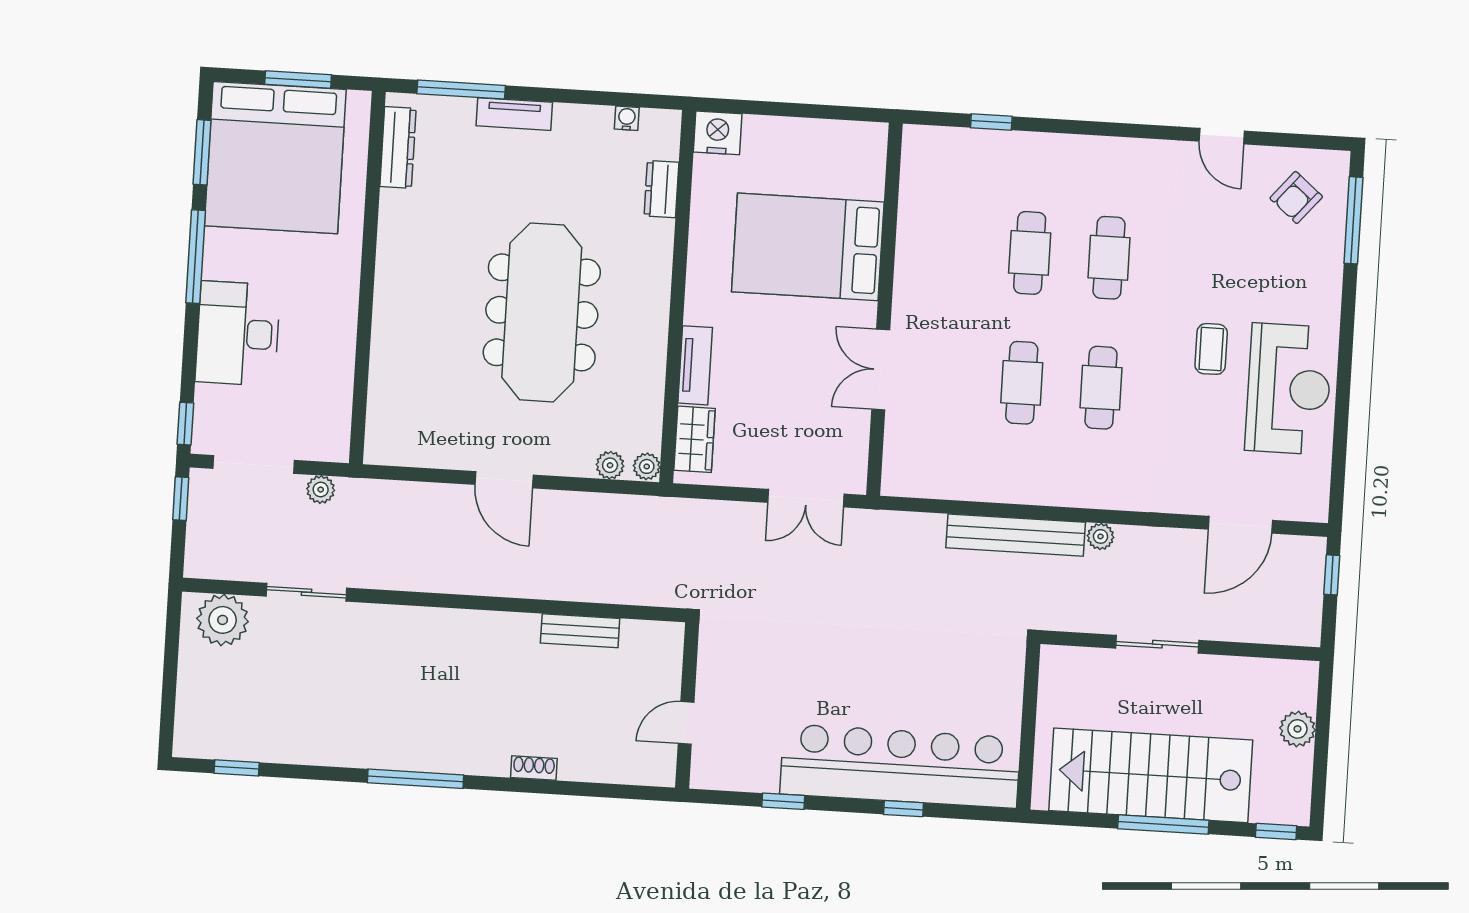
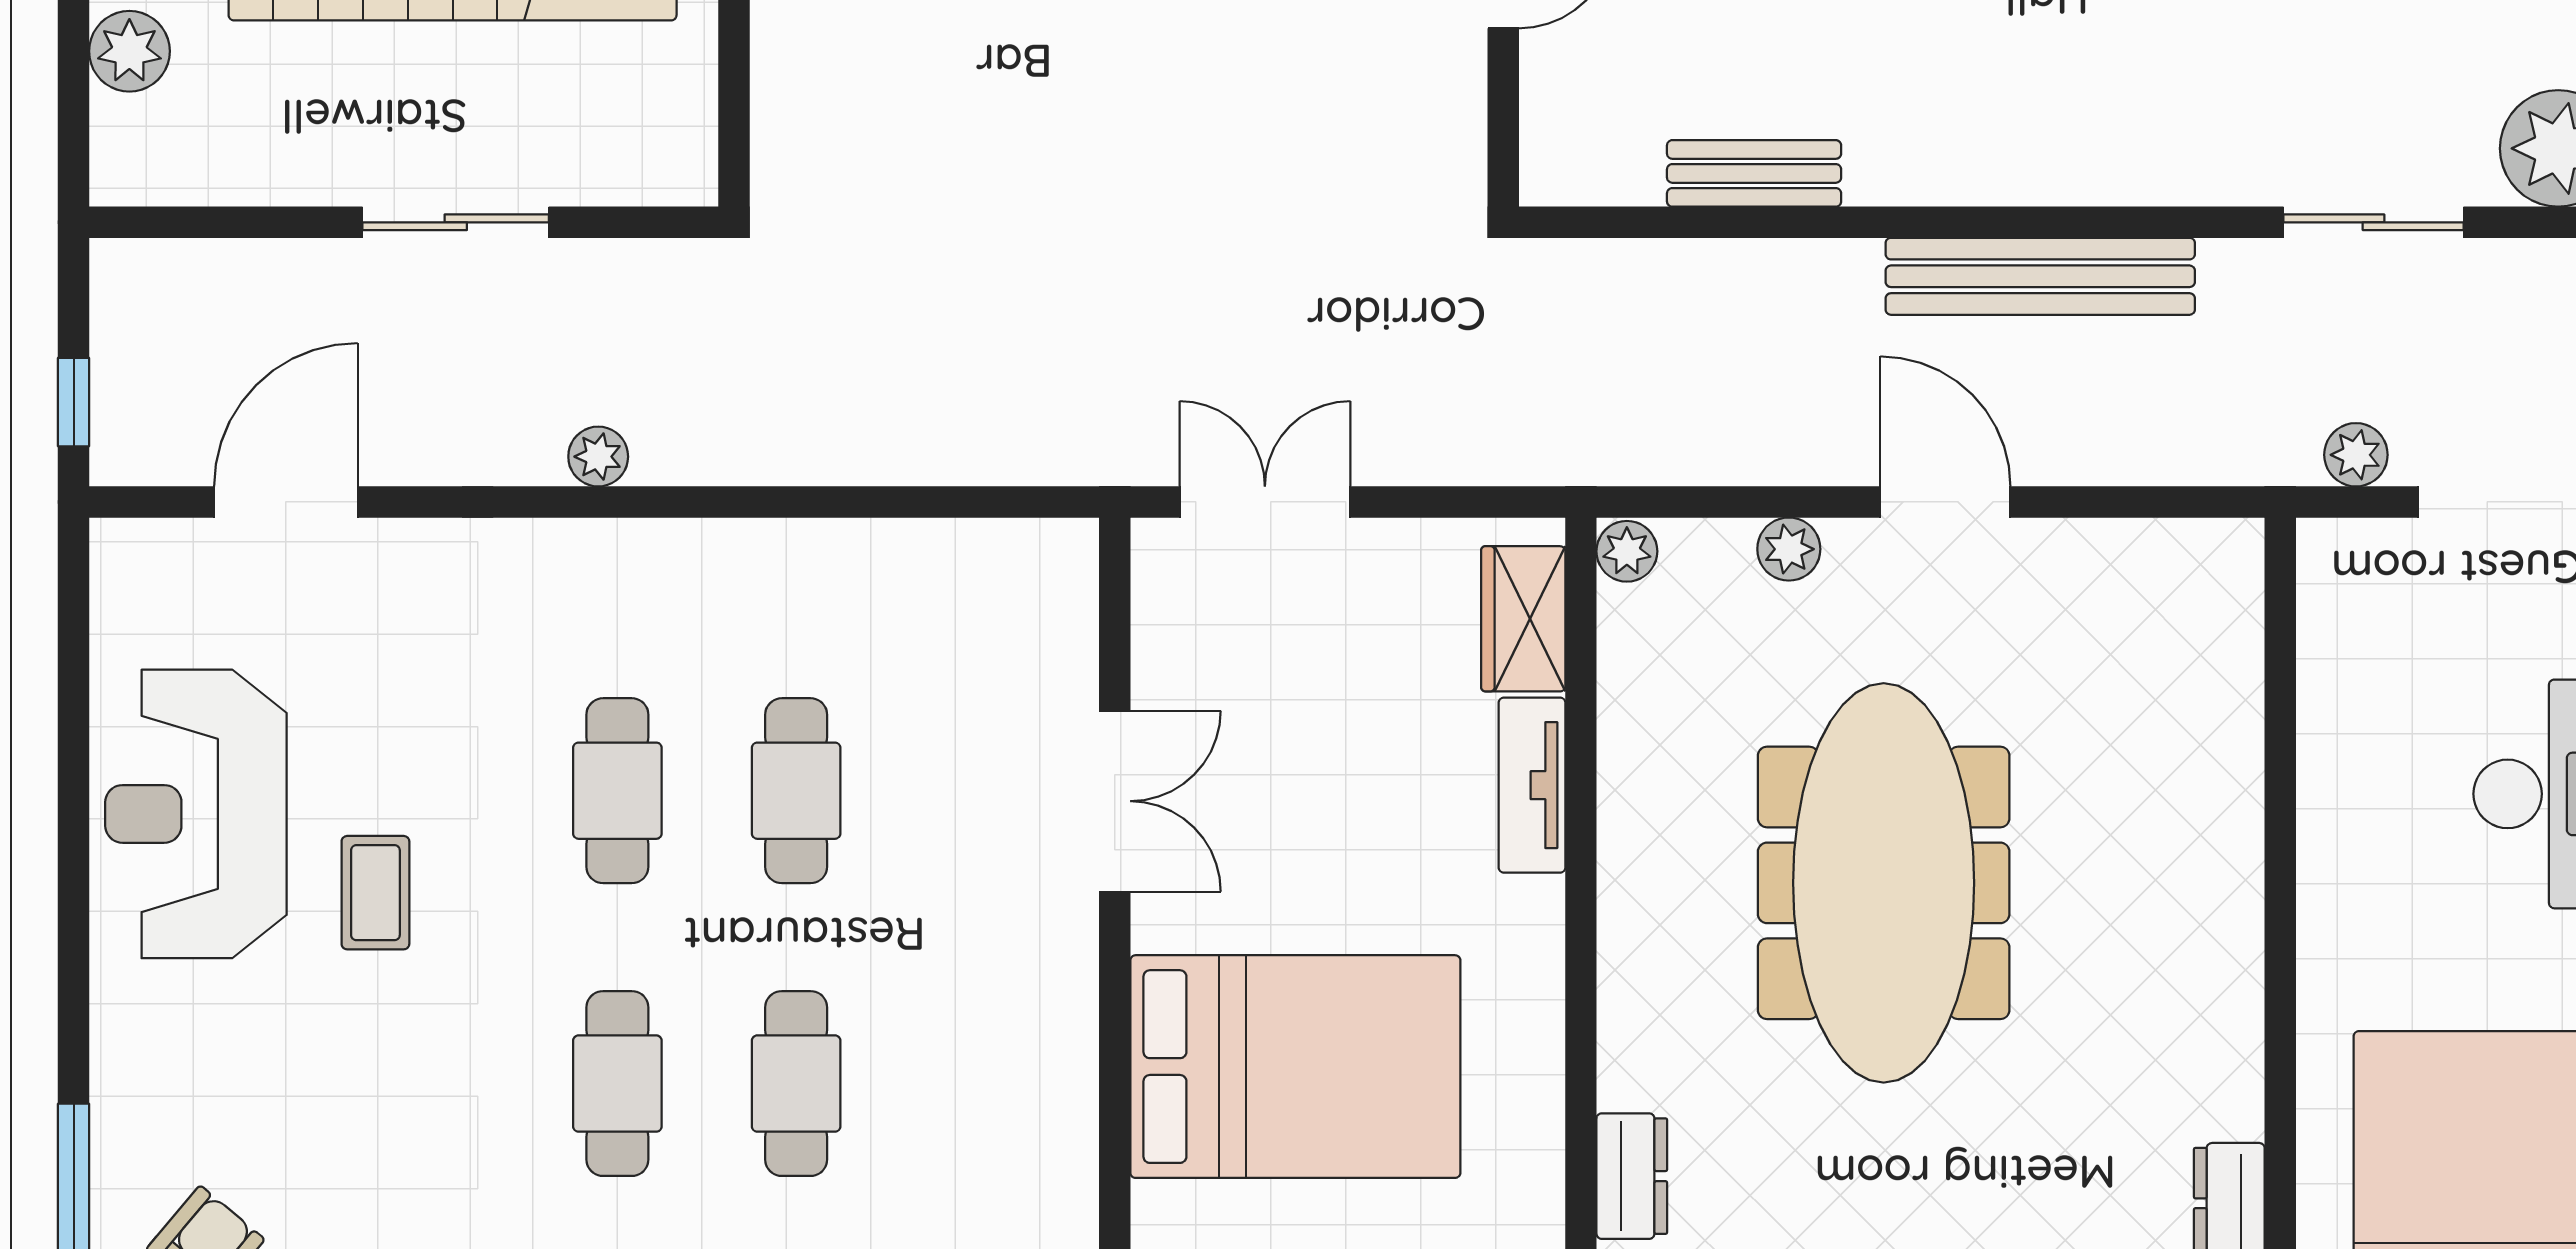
plant: (610, 465) -> (1789, 549), moved
bench: (1016, 535) -> (2040, 276), moved

